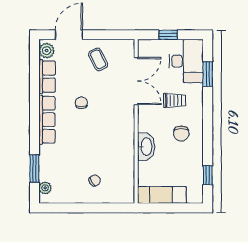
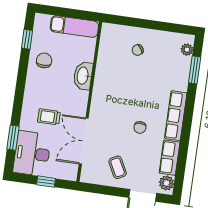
chair: (181, 133) -> (44, 60), moved

